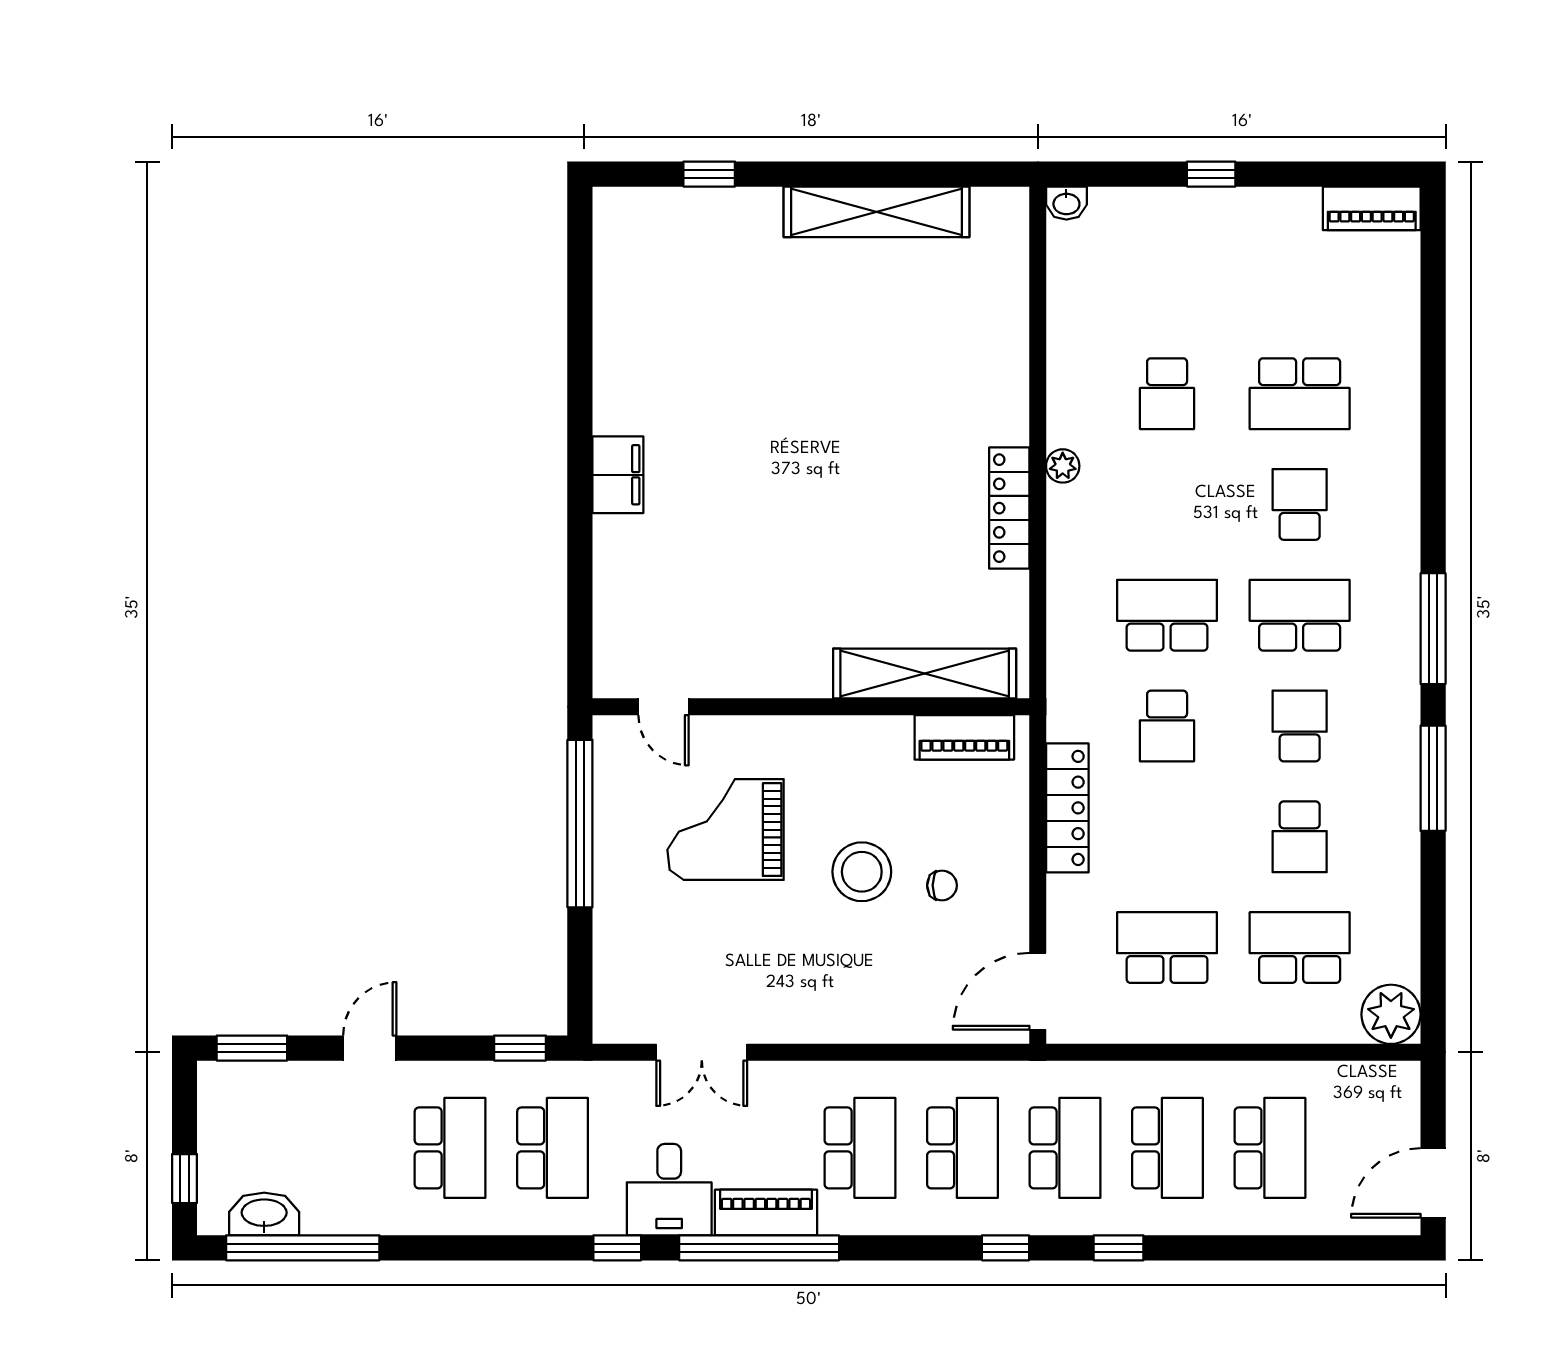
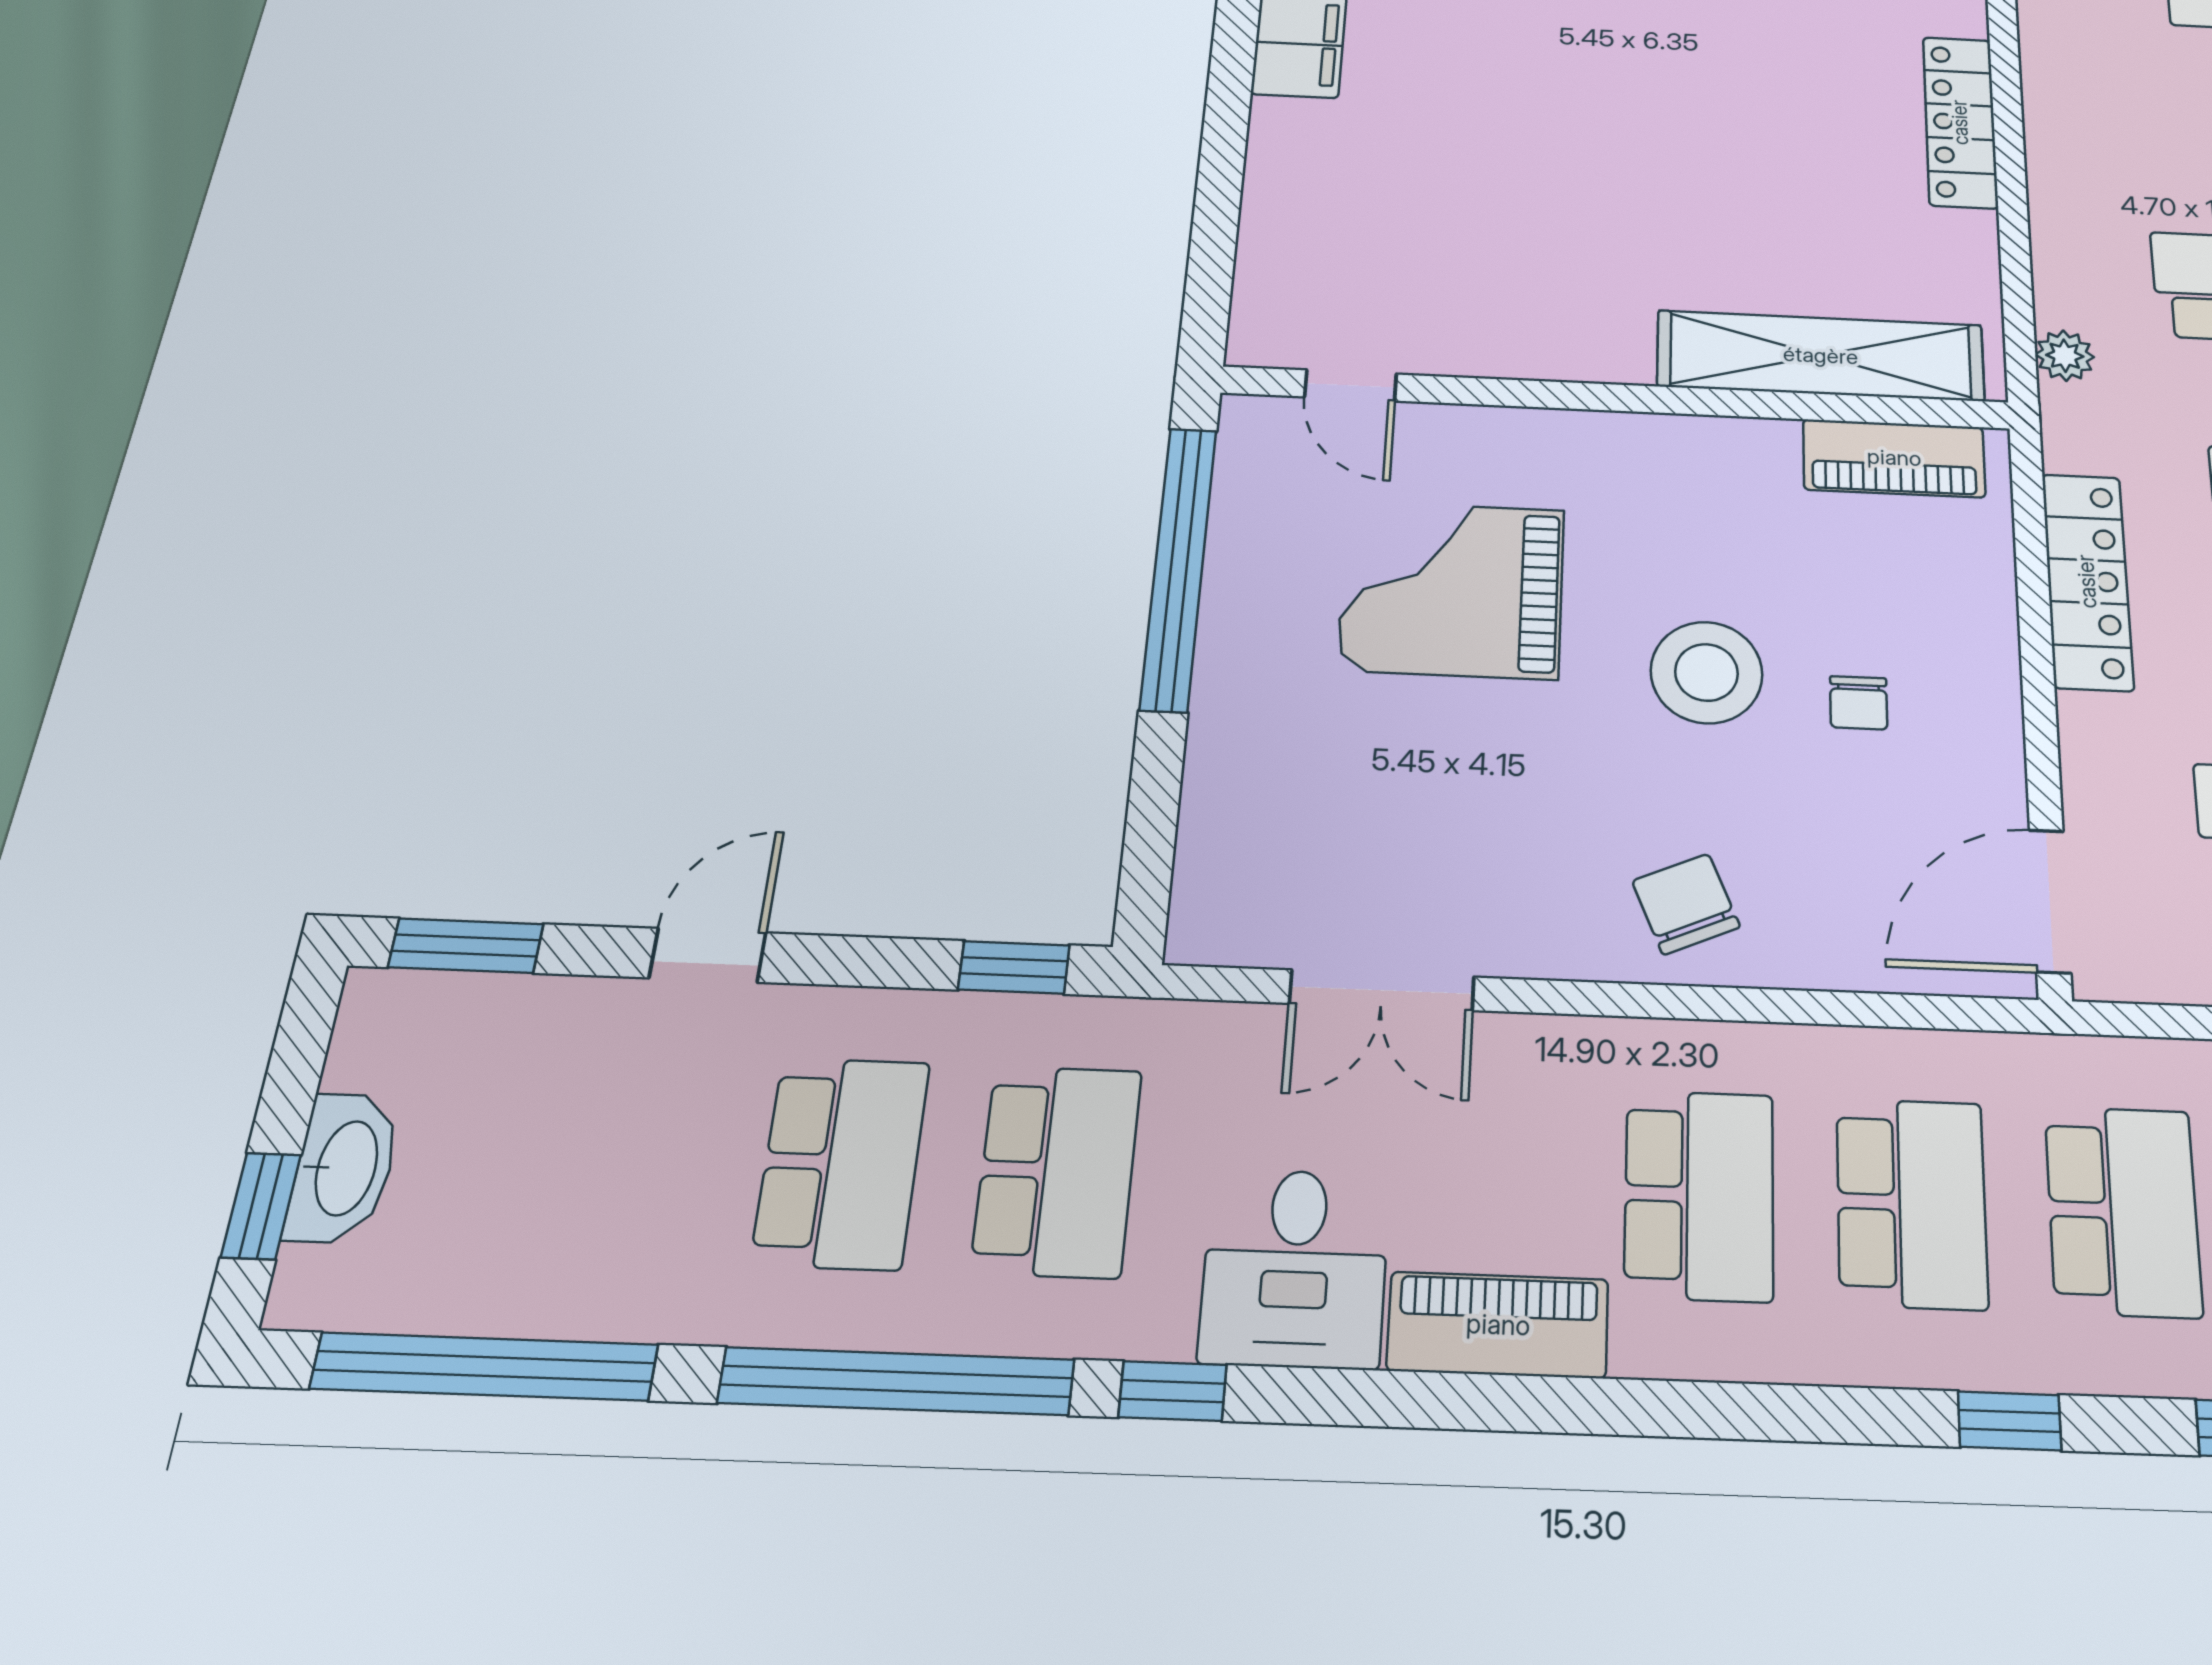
plant: (1063, 466) -> (2065, 356), moved
chair: (942, 885) -> (1859, 703), turned 90
chair: (852, 1001) -> (1686, 904), added
washbasin: (264, 1214) -> (344, 1168), moved, turned 90
window: (759, 1248) -> (897, 1381), moved

